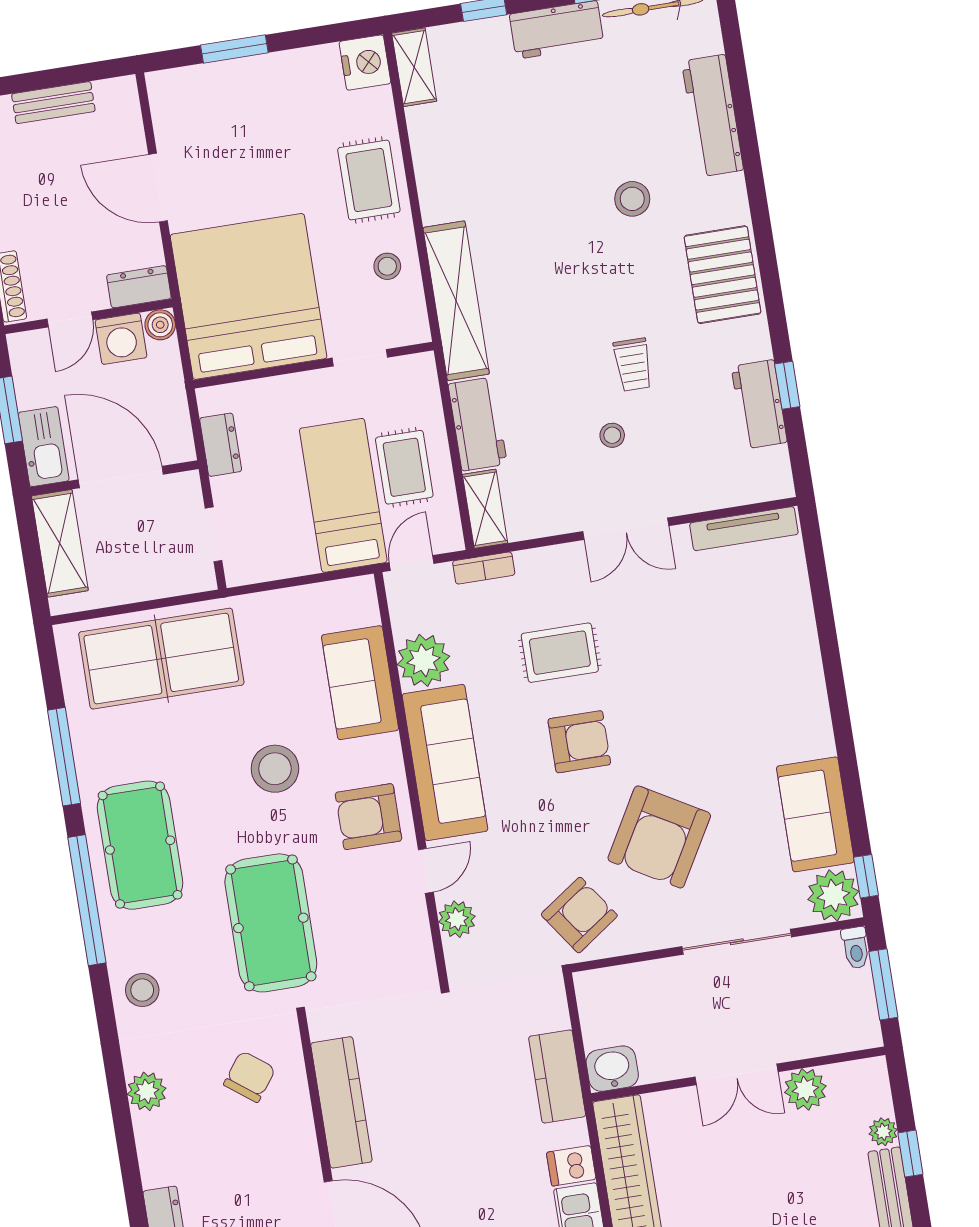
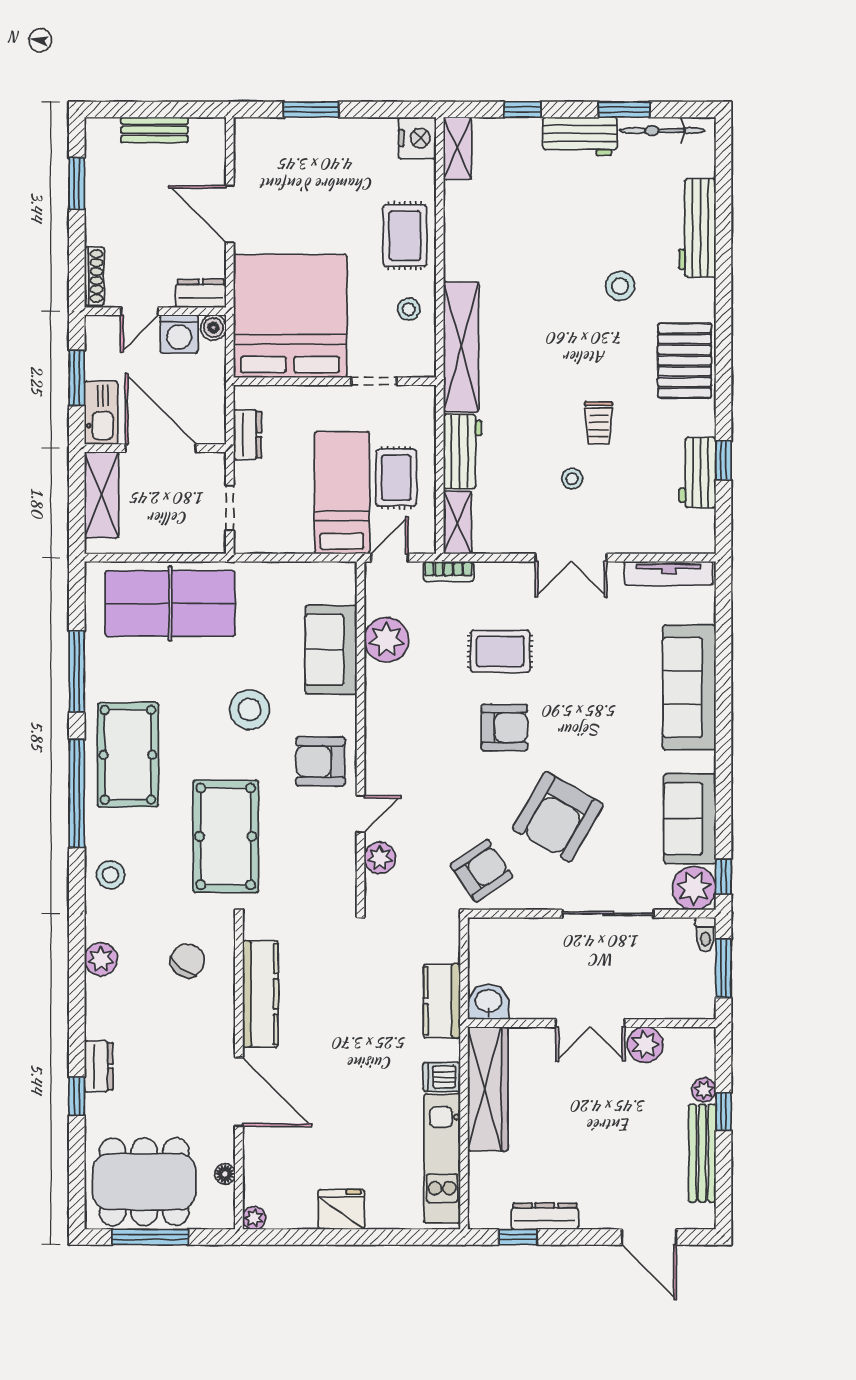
sofa: (445, 762) -> (689, 687), moved, turned 180

